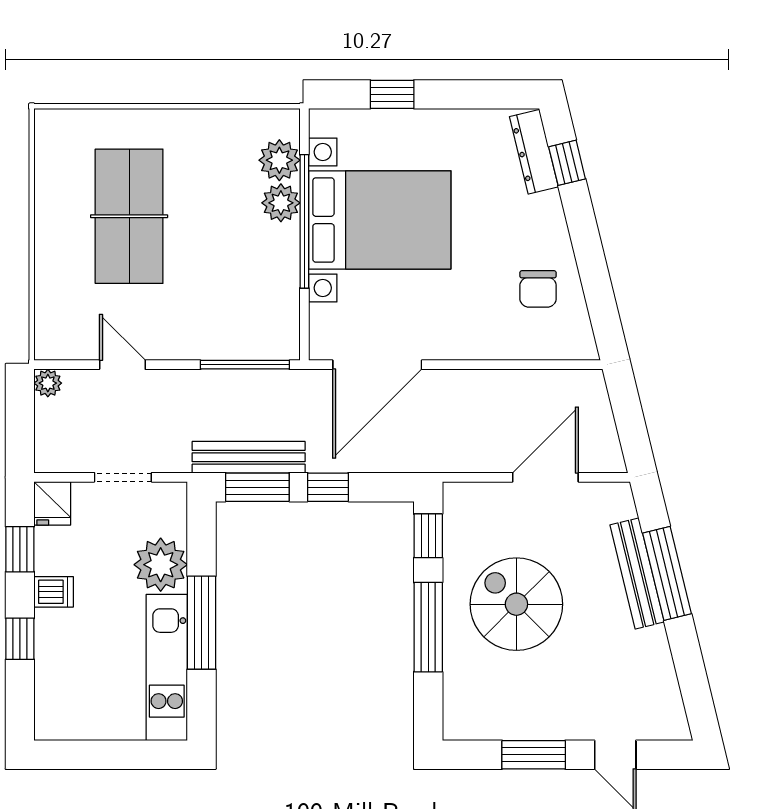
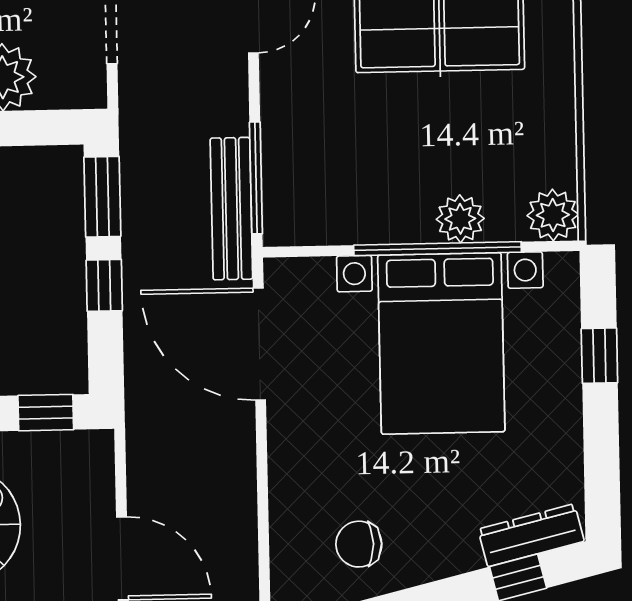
plant: (279, 160) -> (553, 215), moved
bench: (249, 457) -> (231, 209), moved

